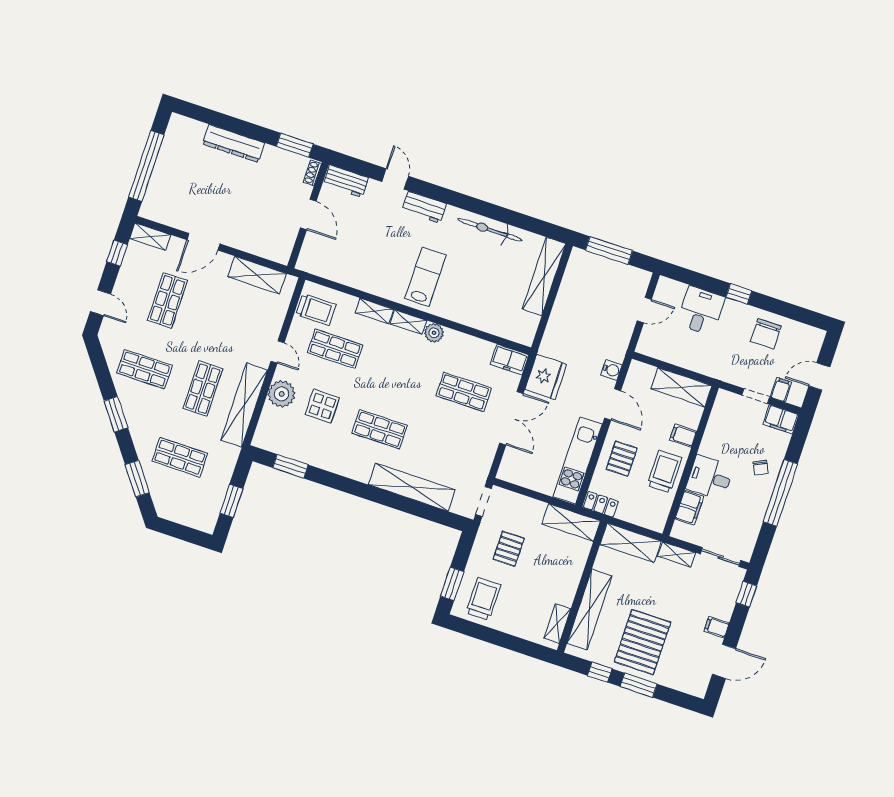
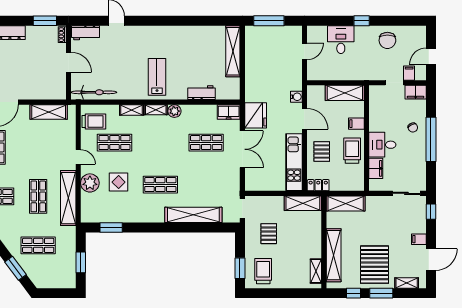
workbench: (424, 207) -> (202, 93), moved, turned 180
bicycle: (490, 230) -> (94, 92), moved, turned 180
shelving: (677, 554) -> (407, 283), moved

